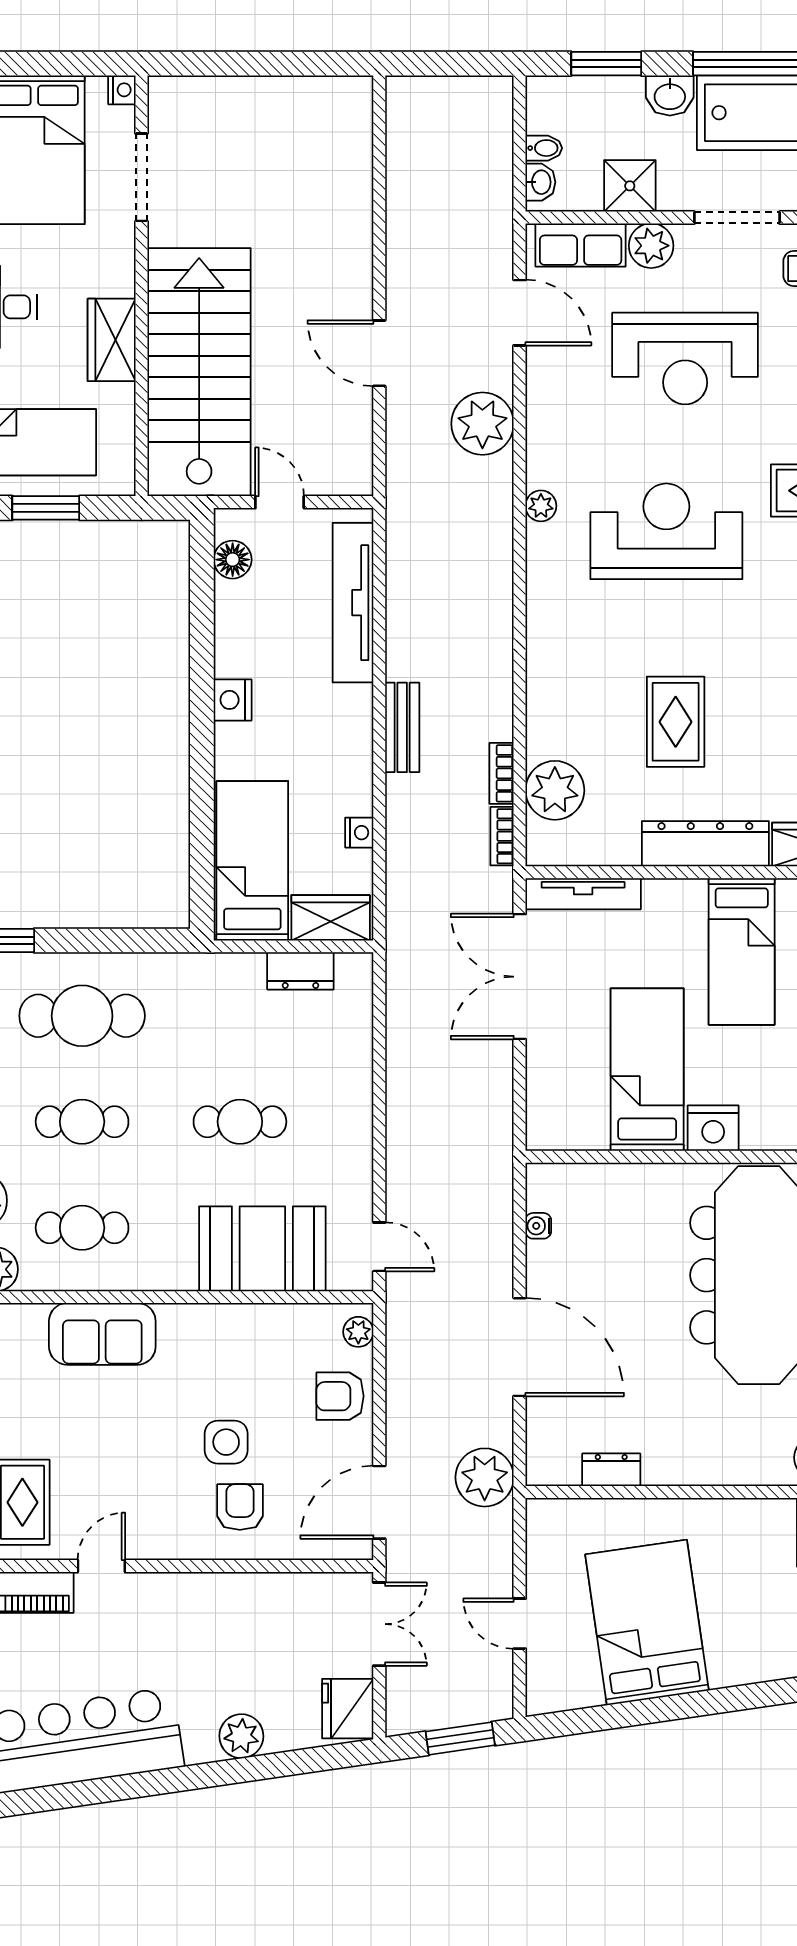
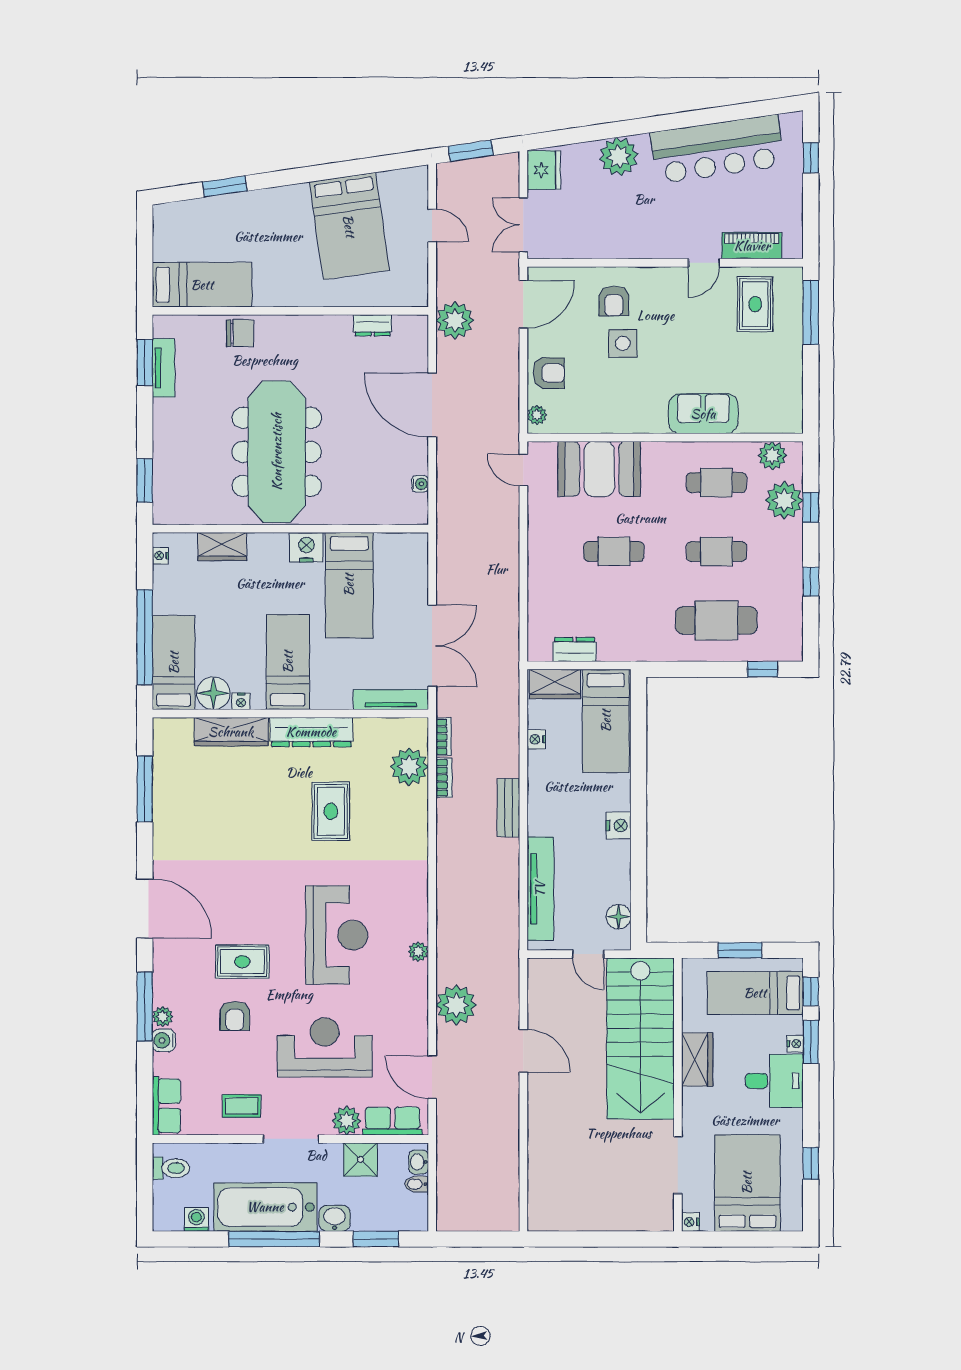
reception desk: (666, 531) -> (337, 935), turned -90
plant: (241, 1736) -> (619, 157), width x1.36, depth x1.36

